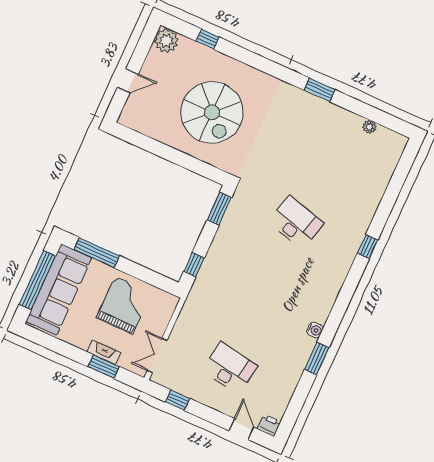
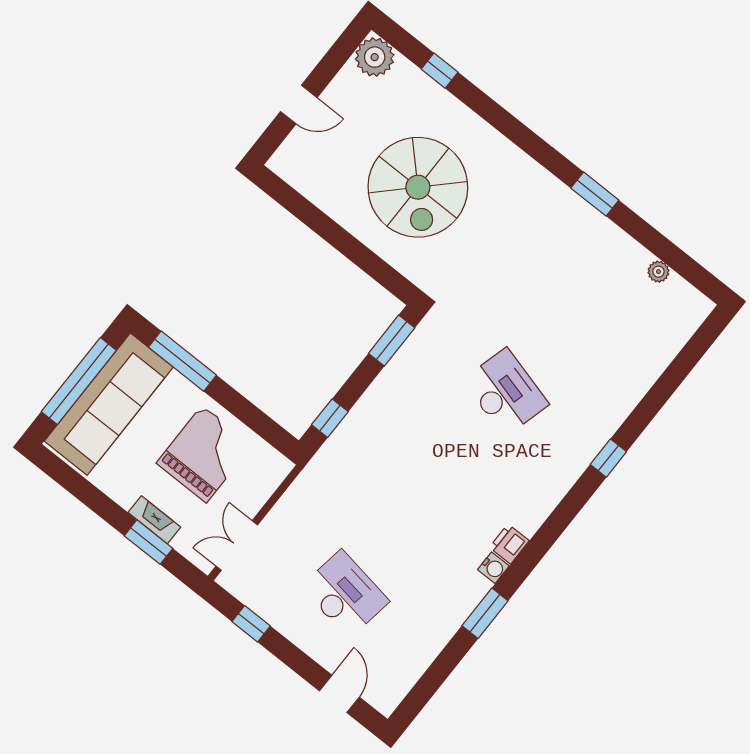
printer: (269, 425) -> (509, 544), moved, turned -90

